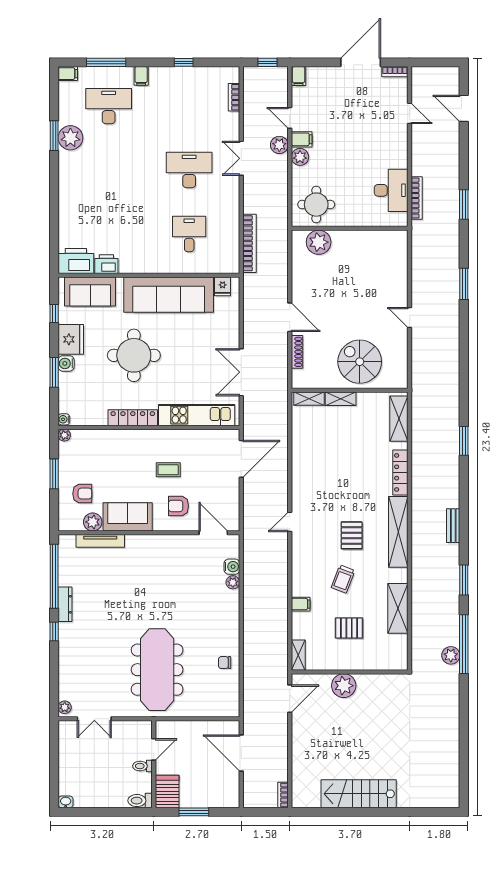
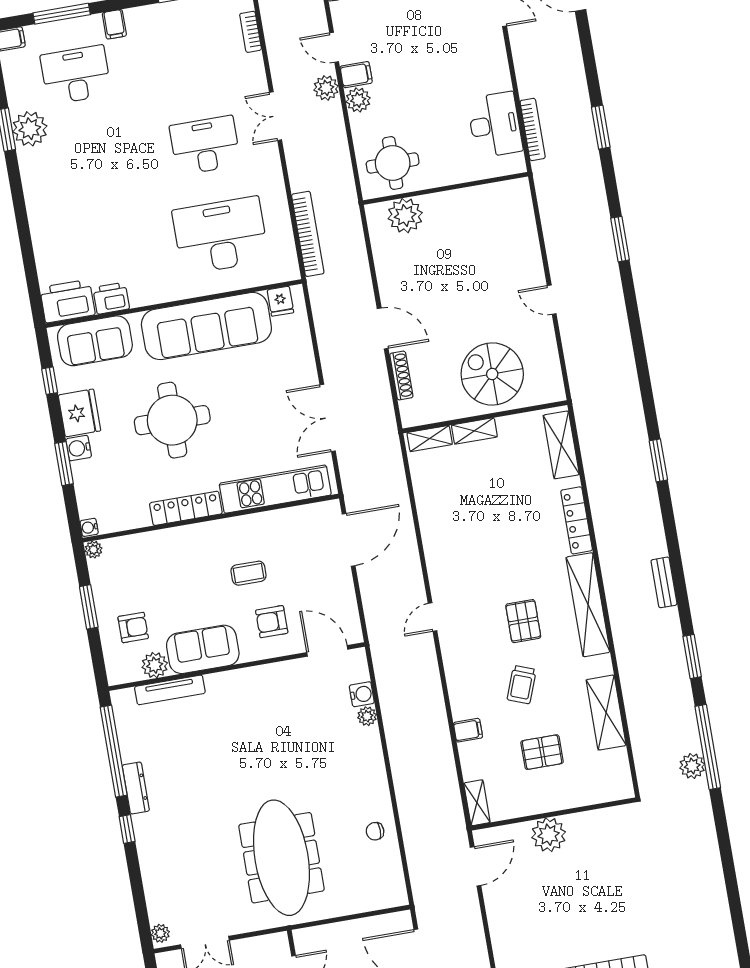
desk: (189, 234) -> (221, 235), width x1.87, depth x1.30

